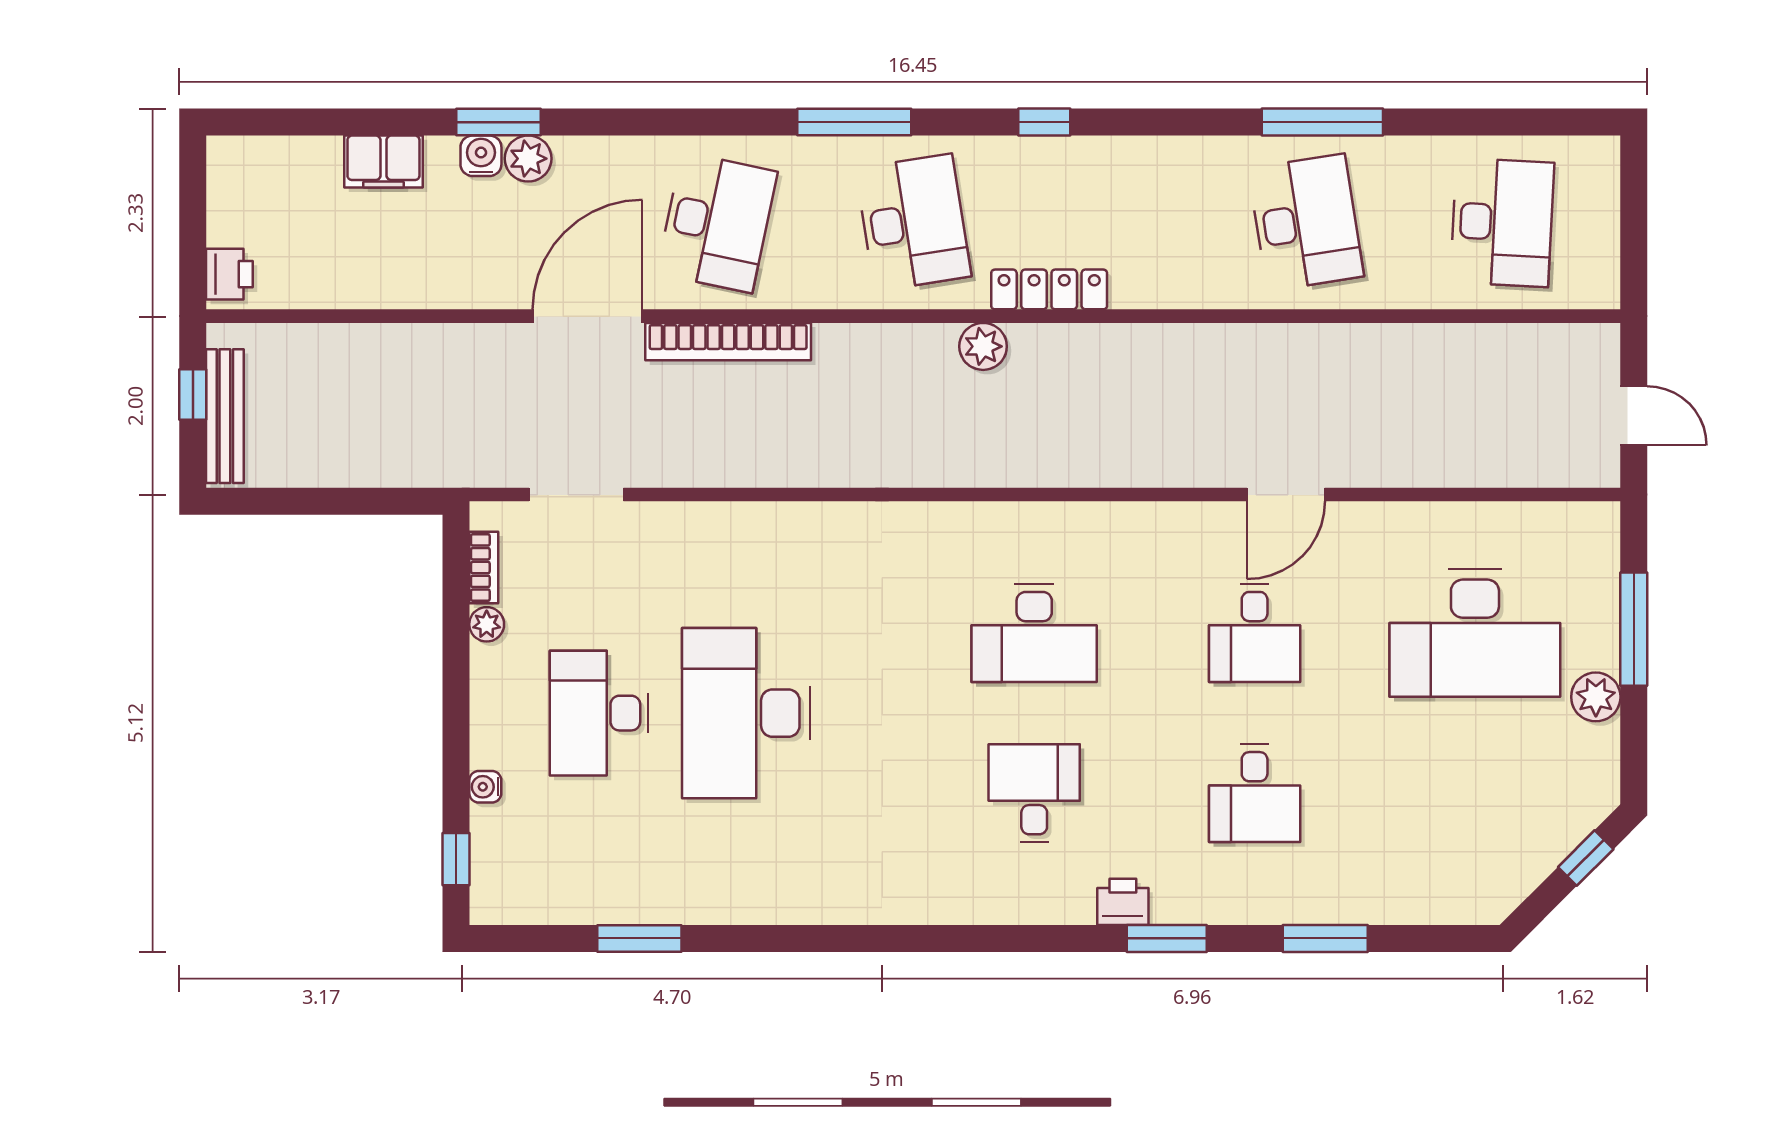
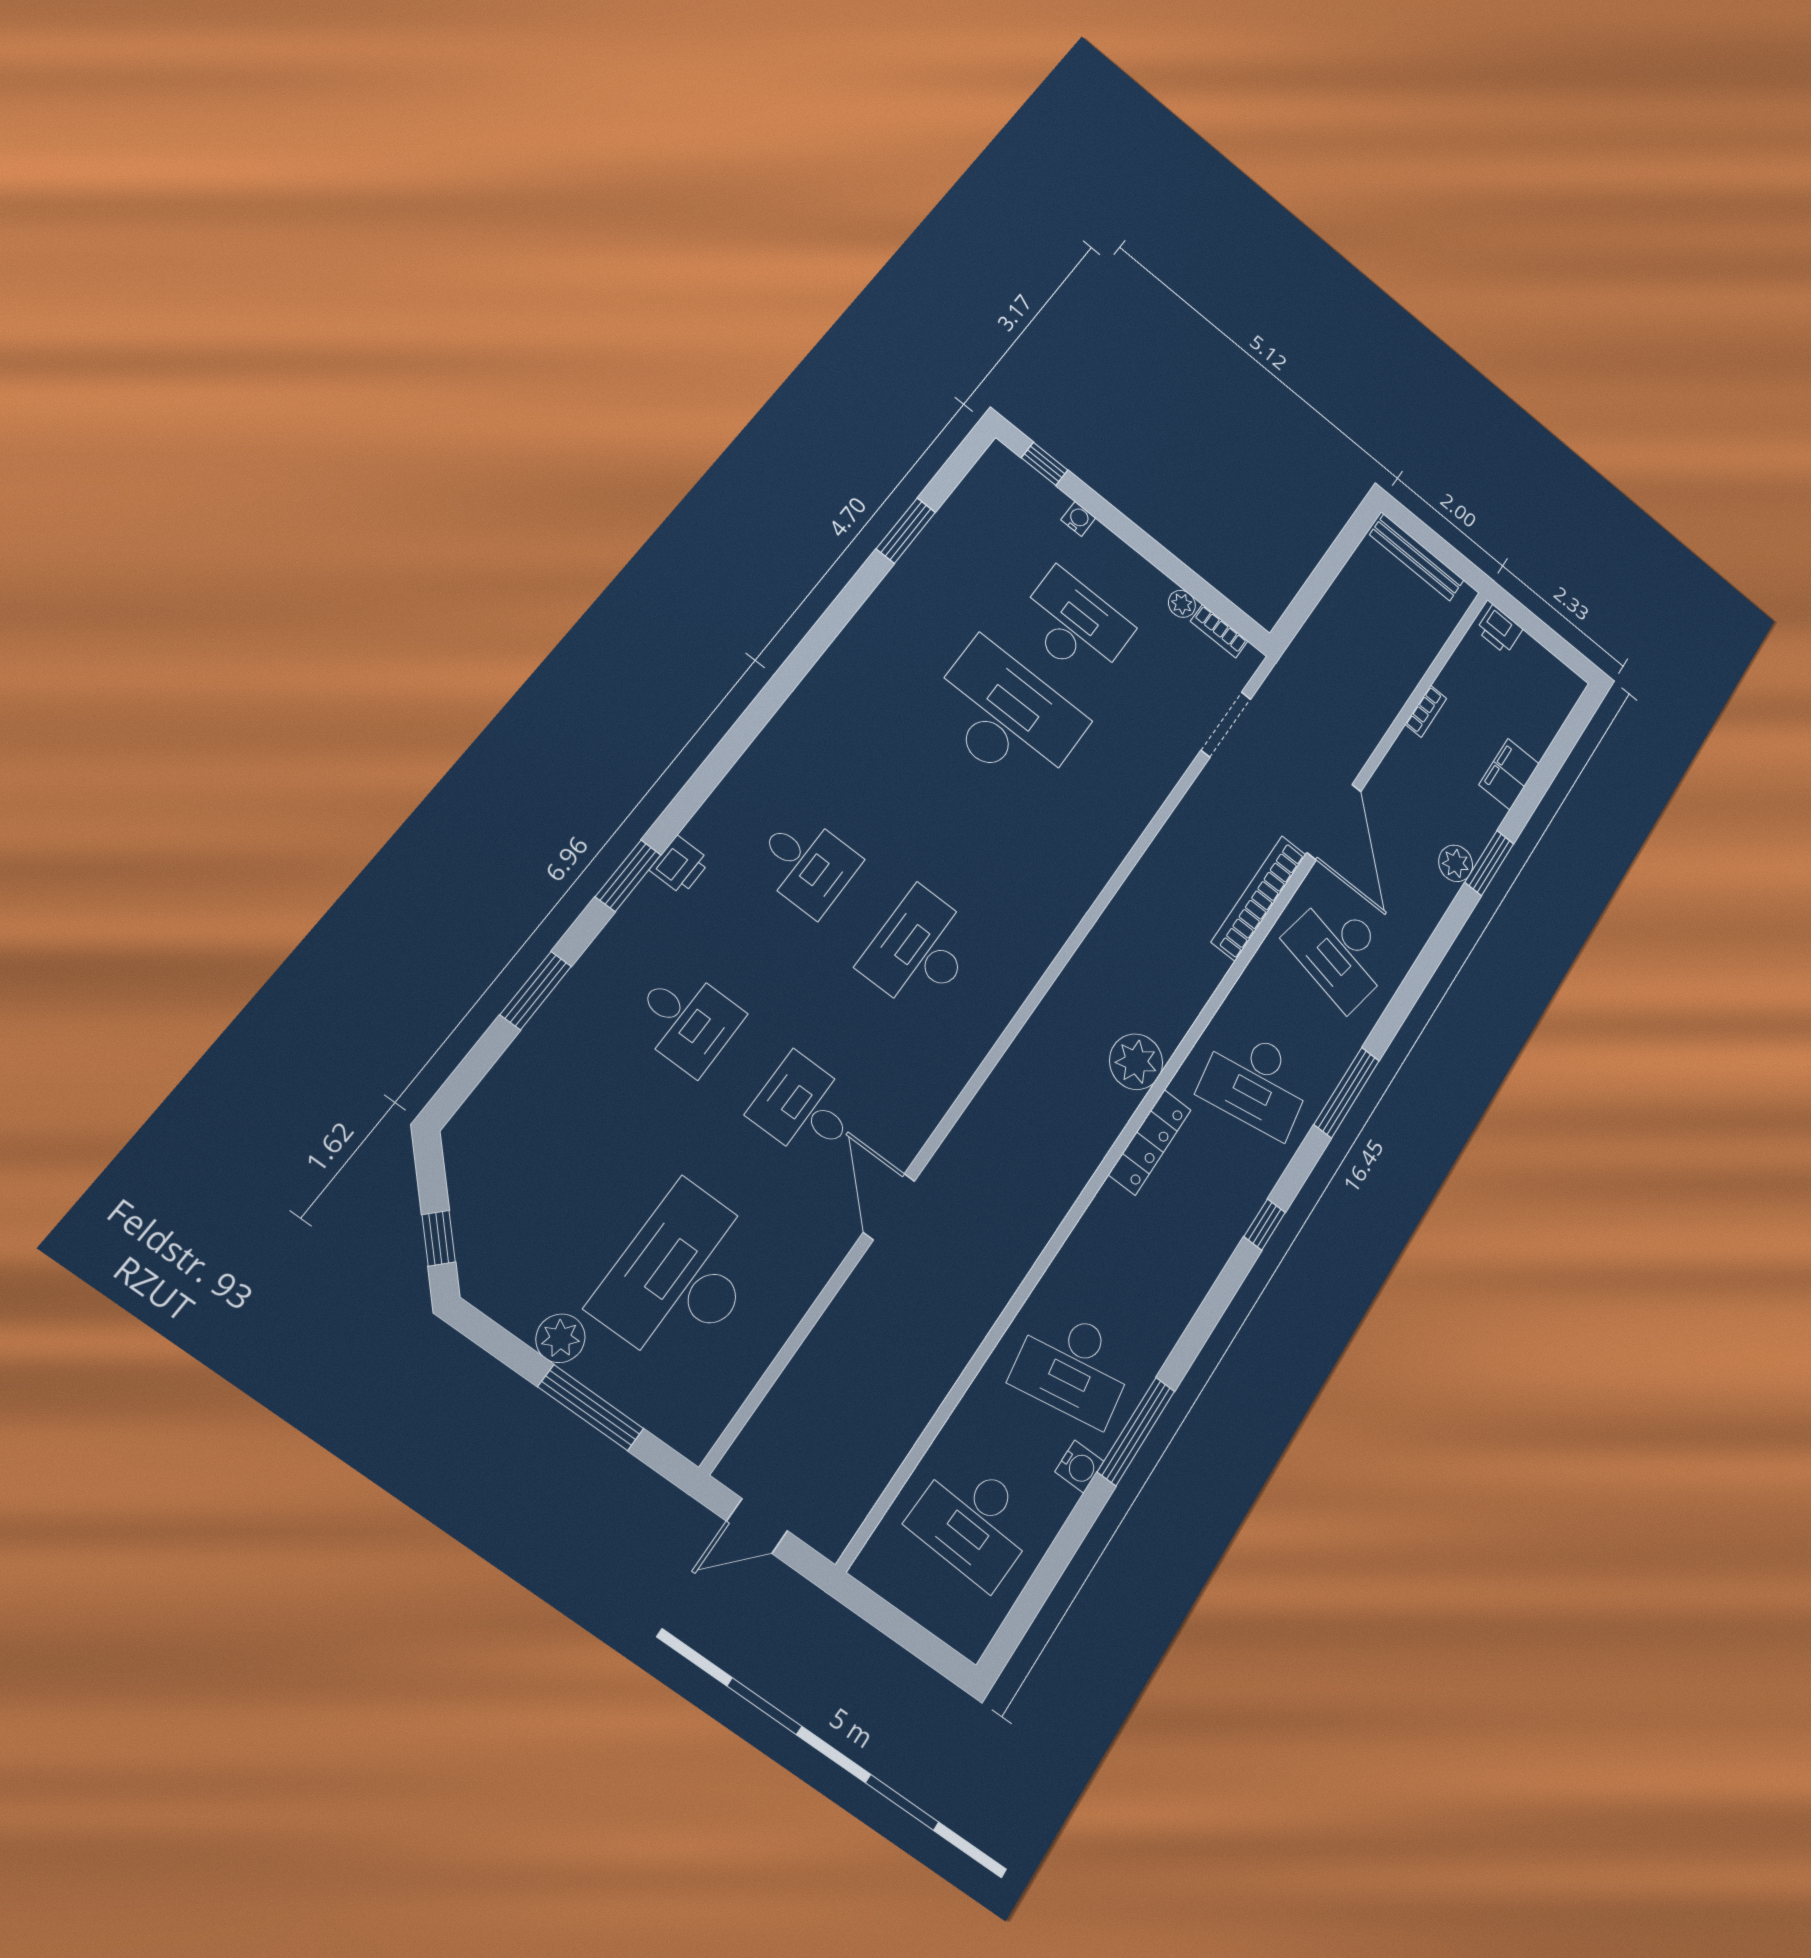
water cooler: (481, 156) -> (1079, 1466), moved
bookcase: (389, 296) -> (1426, 711), added
plant: (983, 346) -> (1136, 1062), width x1.36, depth x1.36
window: (193, 394) -> (1442, 550), removed
desk: (1255, 793) -> (687, 1020), turned 180

